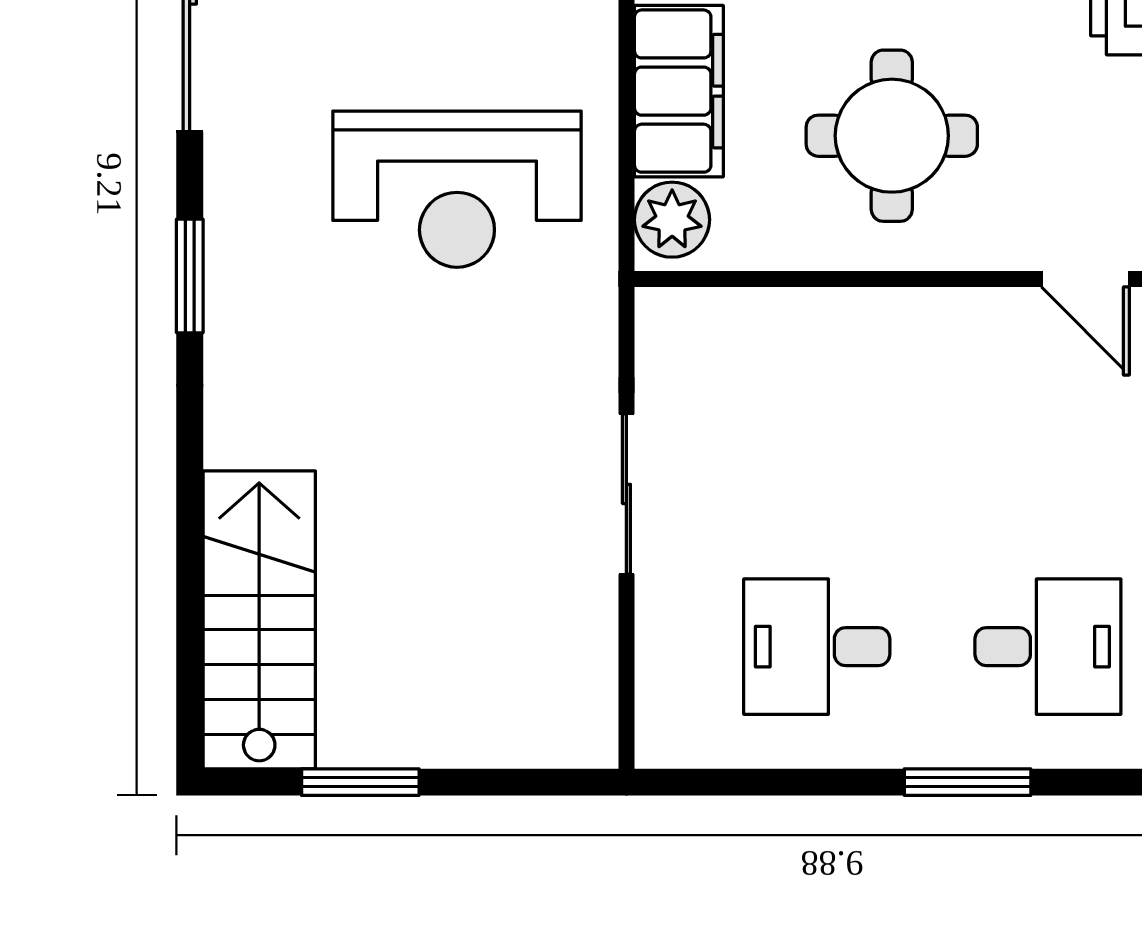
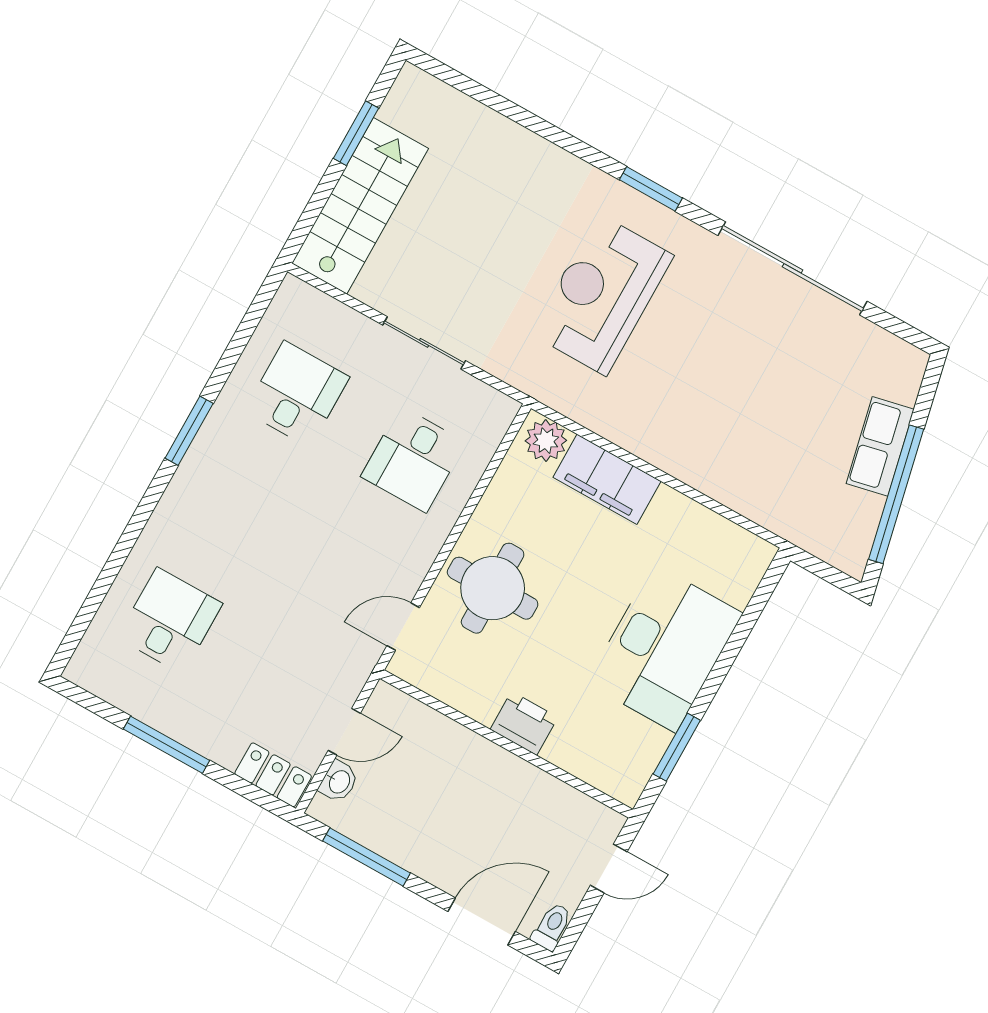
round table: (892, 136) -> (493, 588), moved
reception desk: (457, 189) -> (602, 295), moved
stairs: (259, 620) -> (360, 206), moved, turned -90
desk: (1048, 647) -> (413, 459), moved

